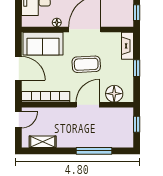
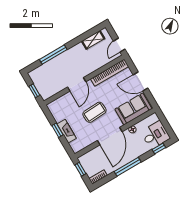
fireplace: (127, 46) -> (67, 131), moved
floor lamp: (114, 94) -> (63, 103), removed

